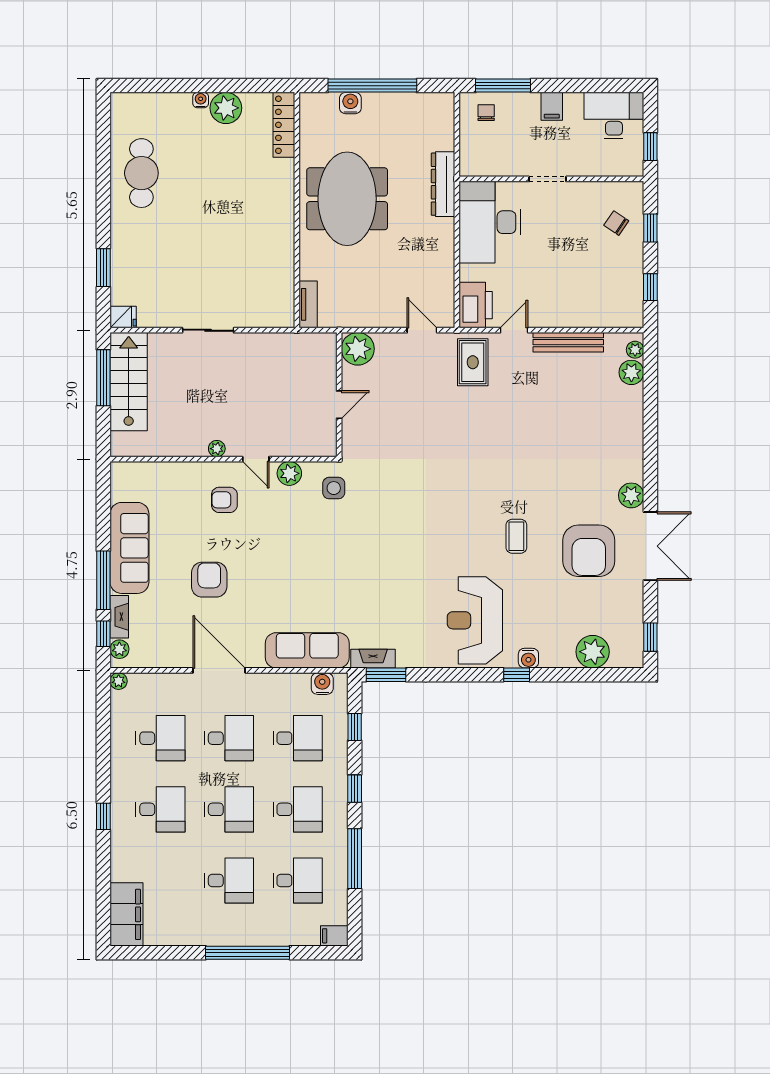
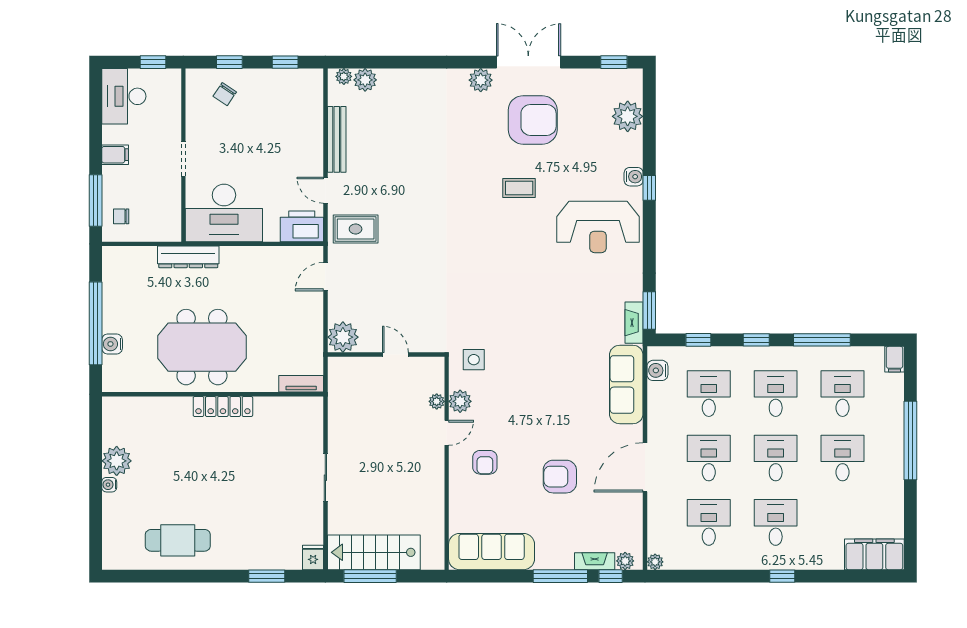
locker: (284, 125) -> (223, 406), moved
plant: (217, 449) -> (437, 401), moved
sofa: (129, 548) -> (492, 552), moved

